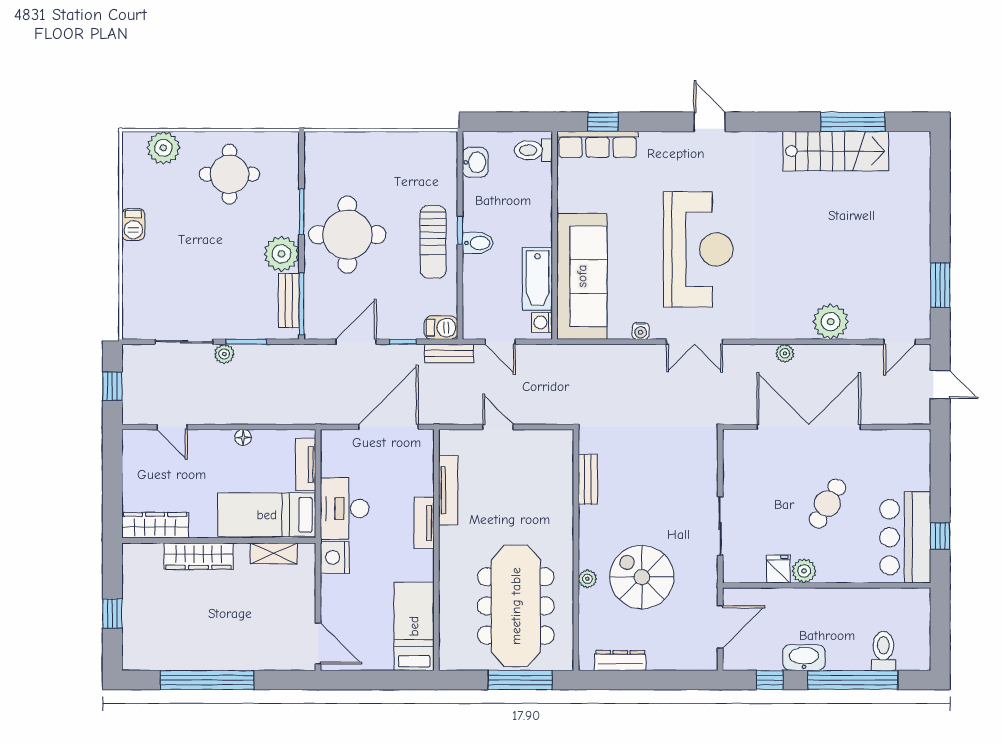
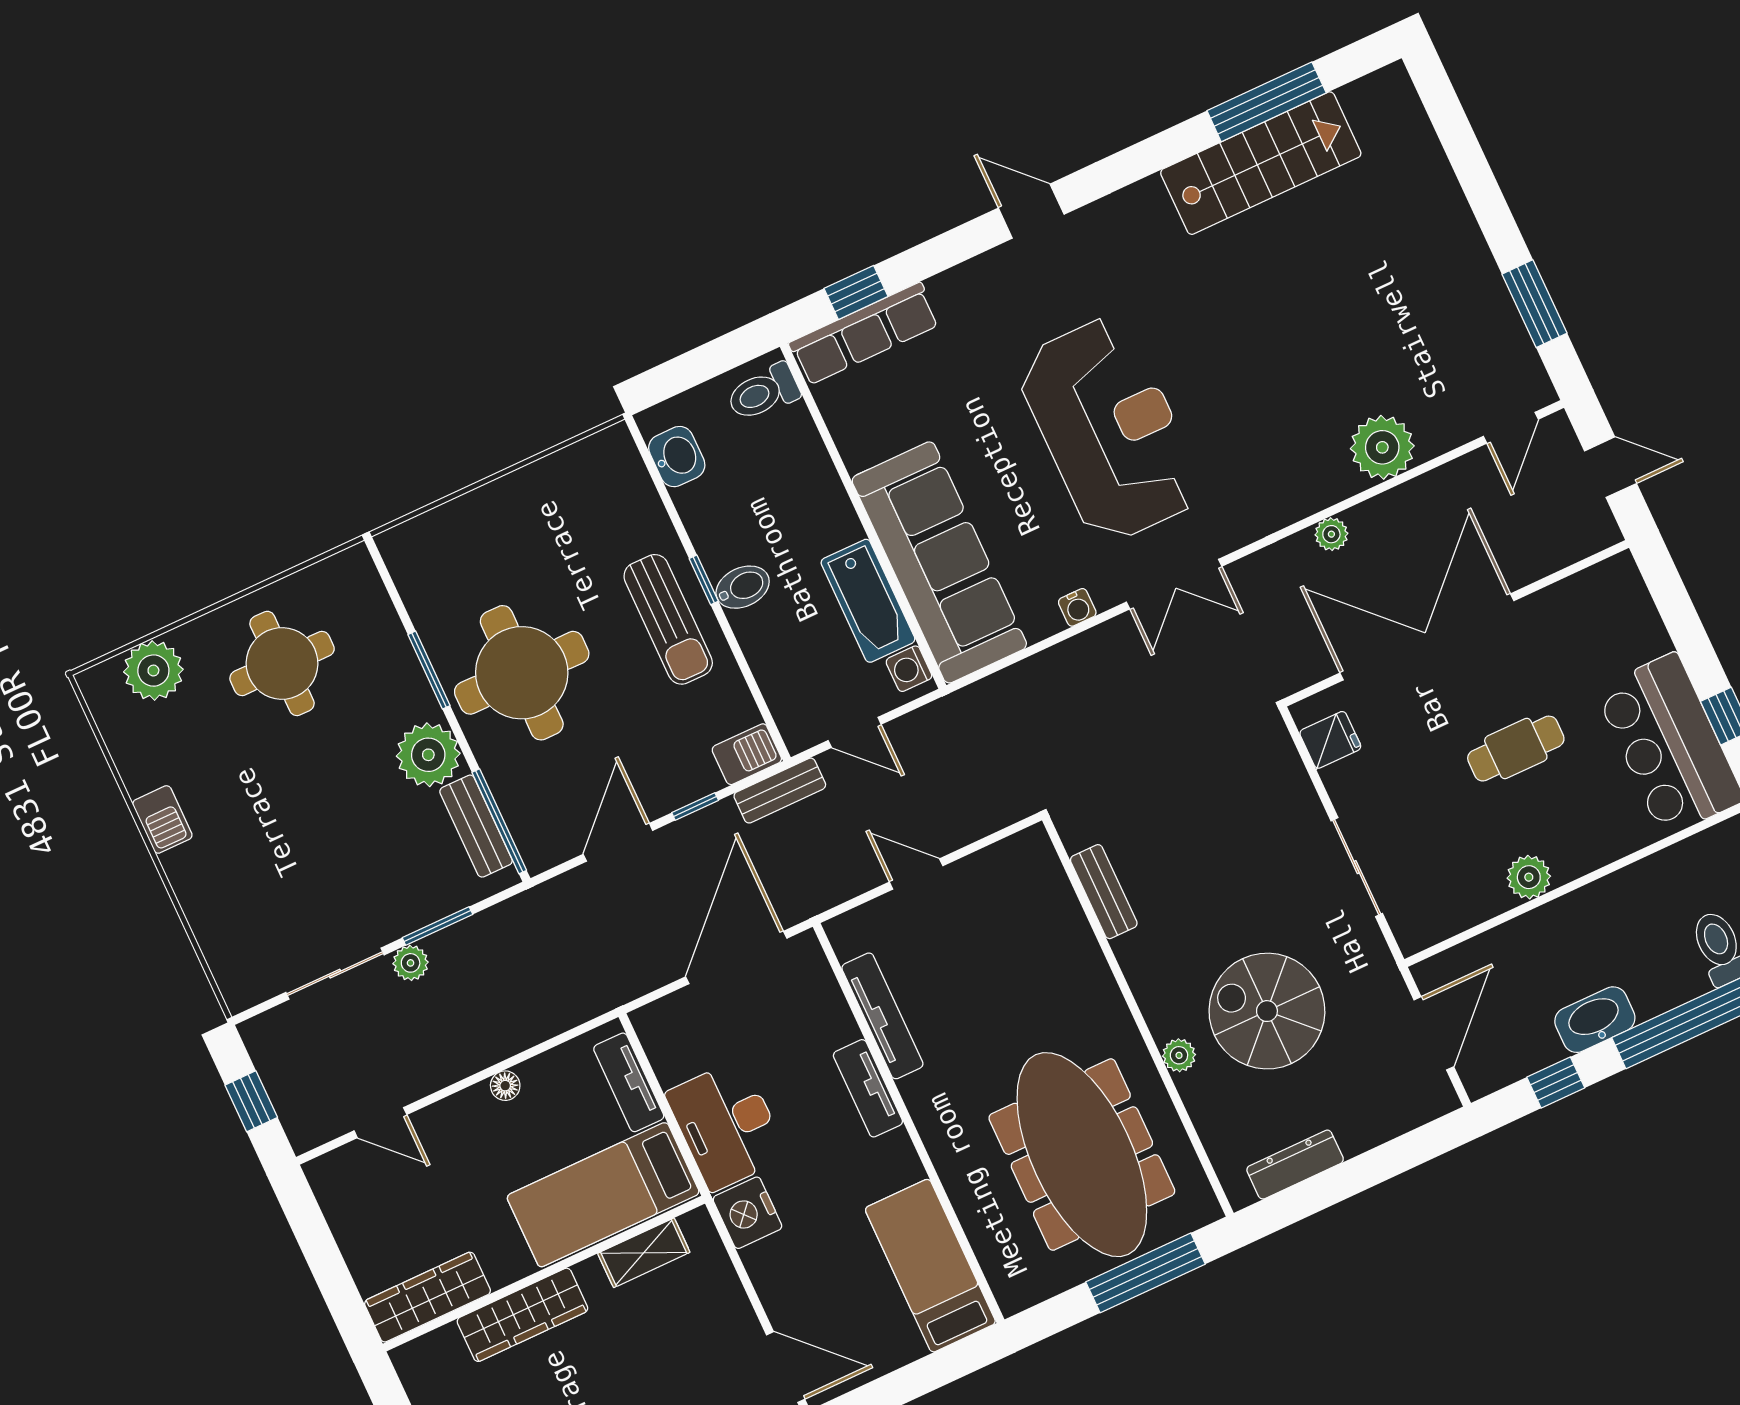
cafe table: (827, 503) -> (1516, 749), turned 60
fridge: (778, 569) -> (1330, 740), moved, turned 90

